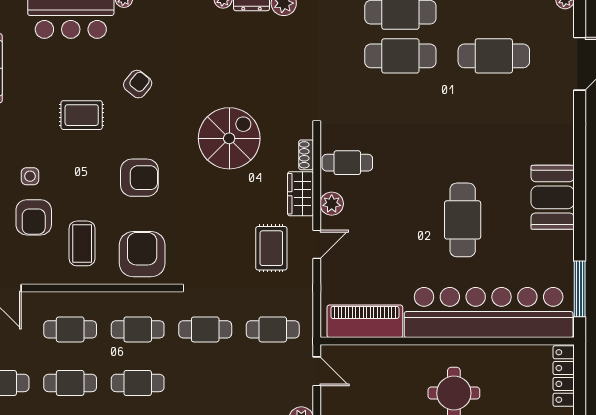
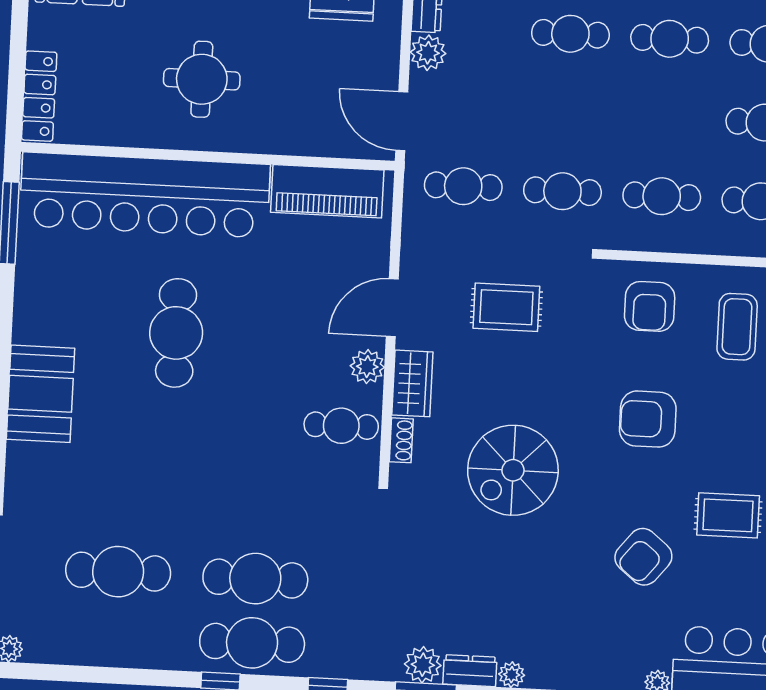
armchair: (138, 84) -> (643, 557), width x1.38, depth x1.38
booth: (553, 197) -> (40, 394), moved
door: (317, 244) -> (392, 308), width x1.38
rug: (271, 248) -> (506, 307), moved, turned 90
armchair: (142, 254) -> (650, 306), width x0.73, depth x0.73
door: (317, 371) -> (402, 121), width x1.38
cafe table: (138, 383) -> (666, 118), removed

